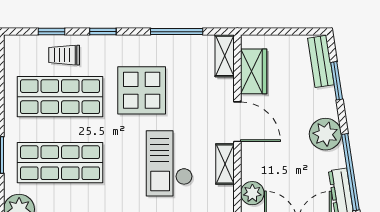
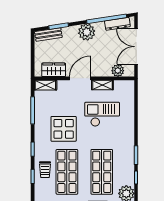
checkout: (169, 163) -> (102, 114), turned 180

